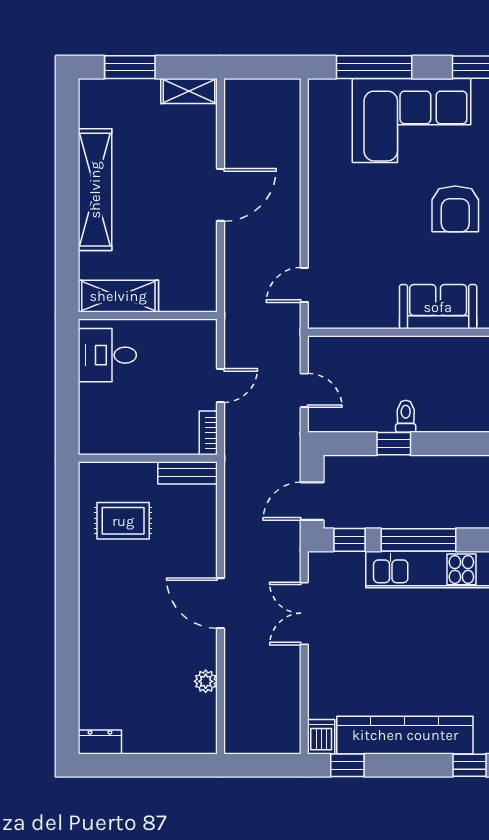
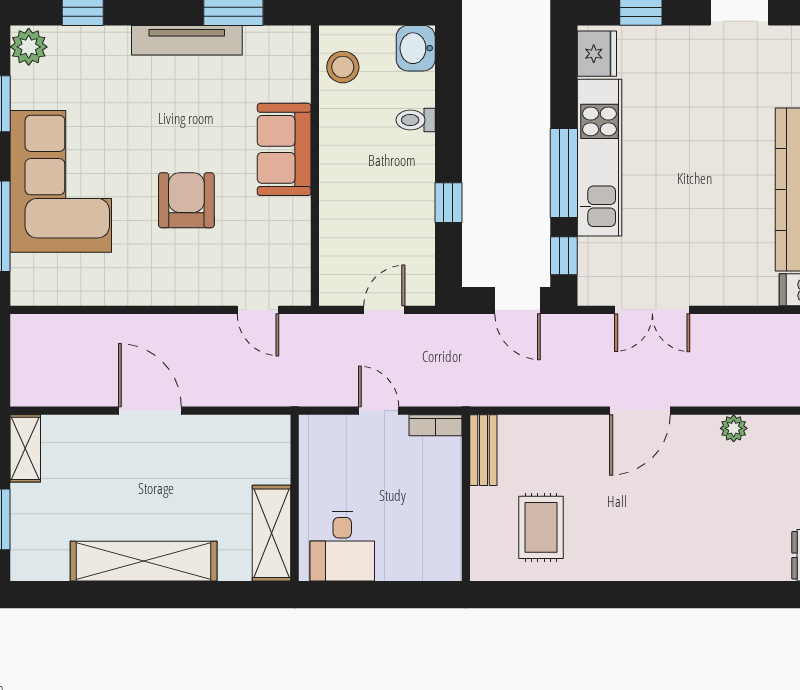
armchair: (455, 209) -> (186, 200), moved, turned -90
toilet: (406, 416) -> (416, 120), moved

